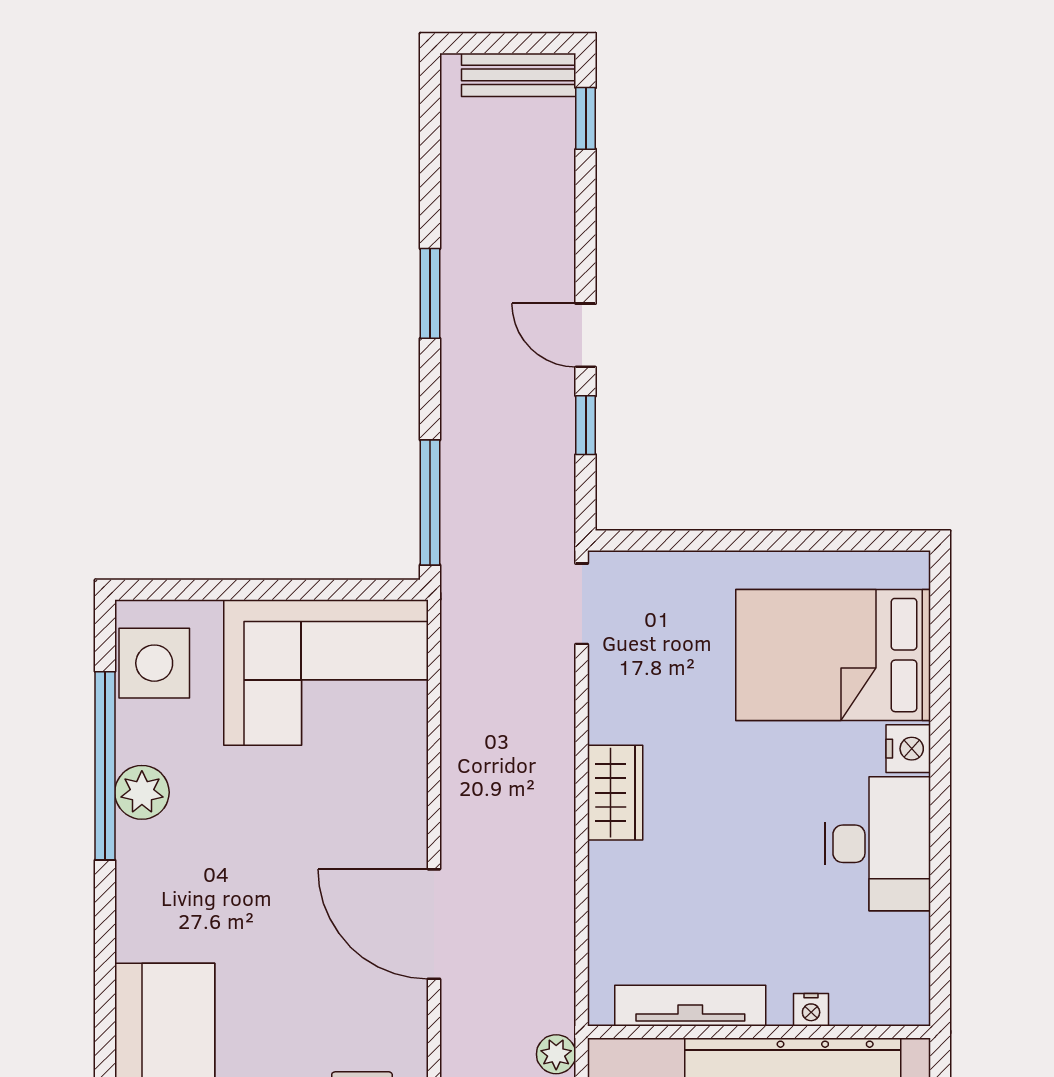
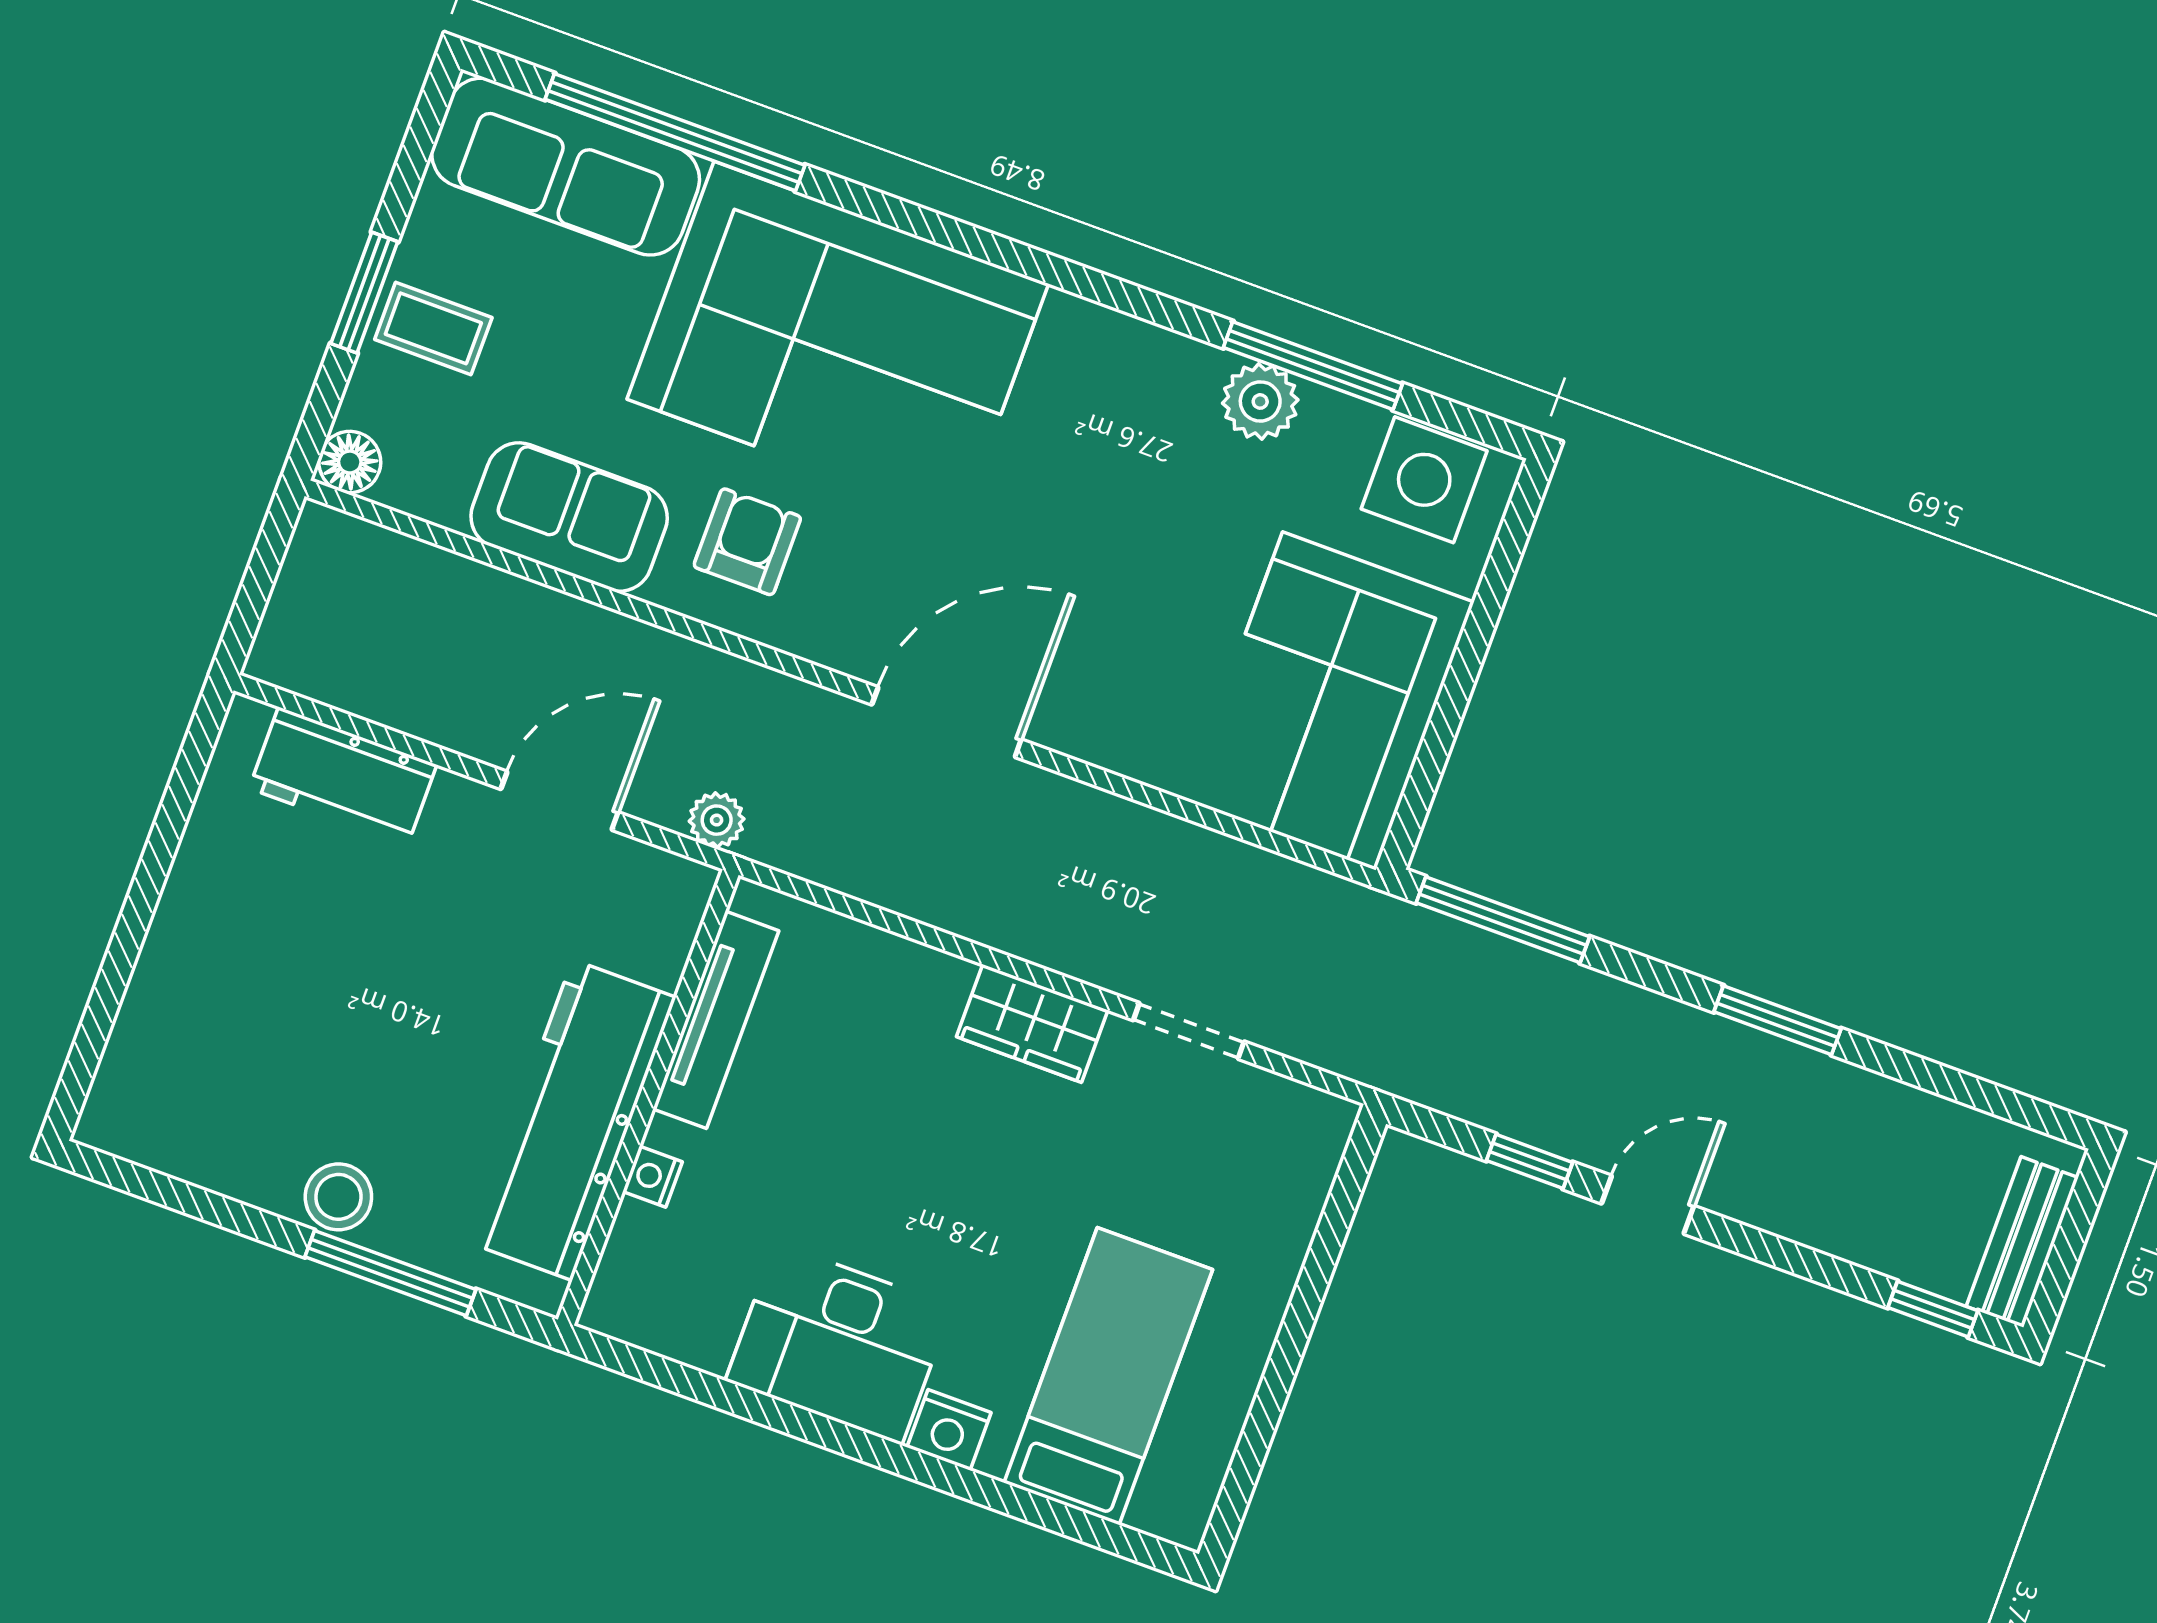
doorway: (582, 604) -> (1189, 1031), moved
bed: (833, 655) -> (1108, 1376), width x0.67
window: (105, 766) -> (1313, 366), width x0.68

